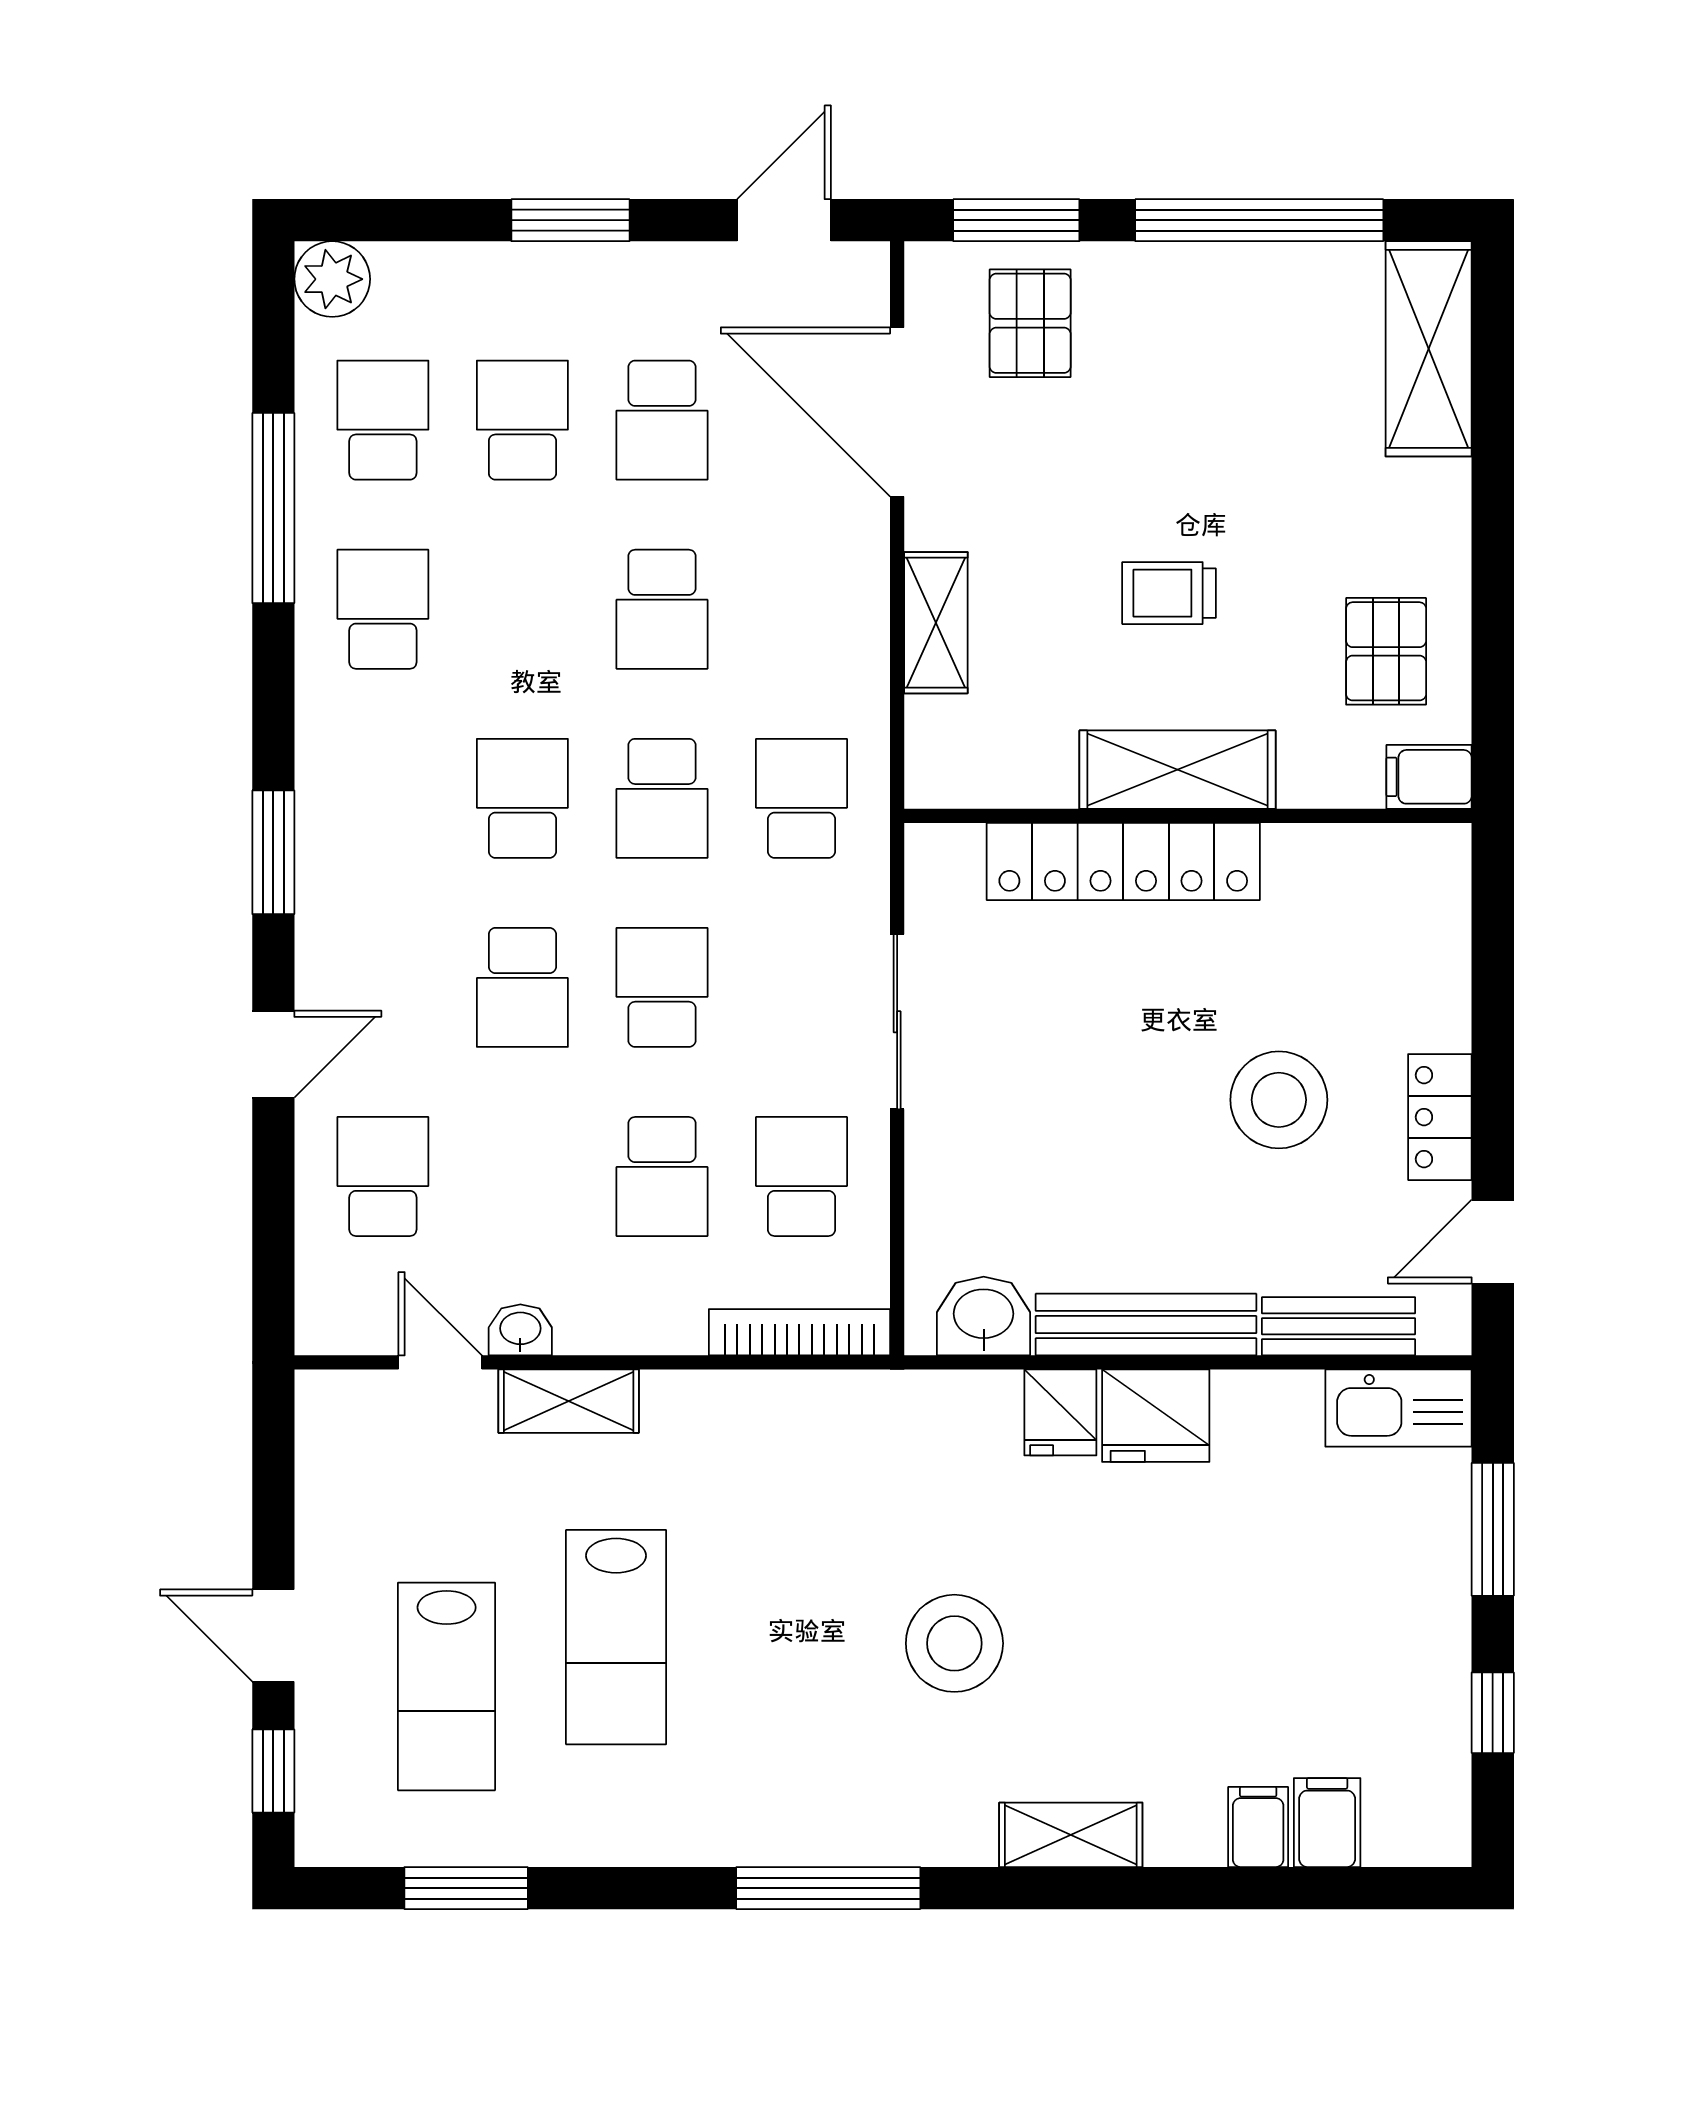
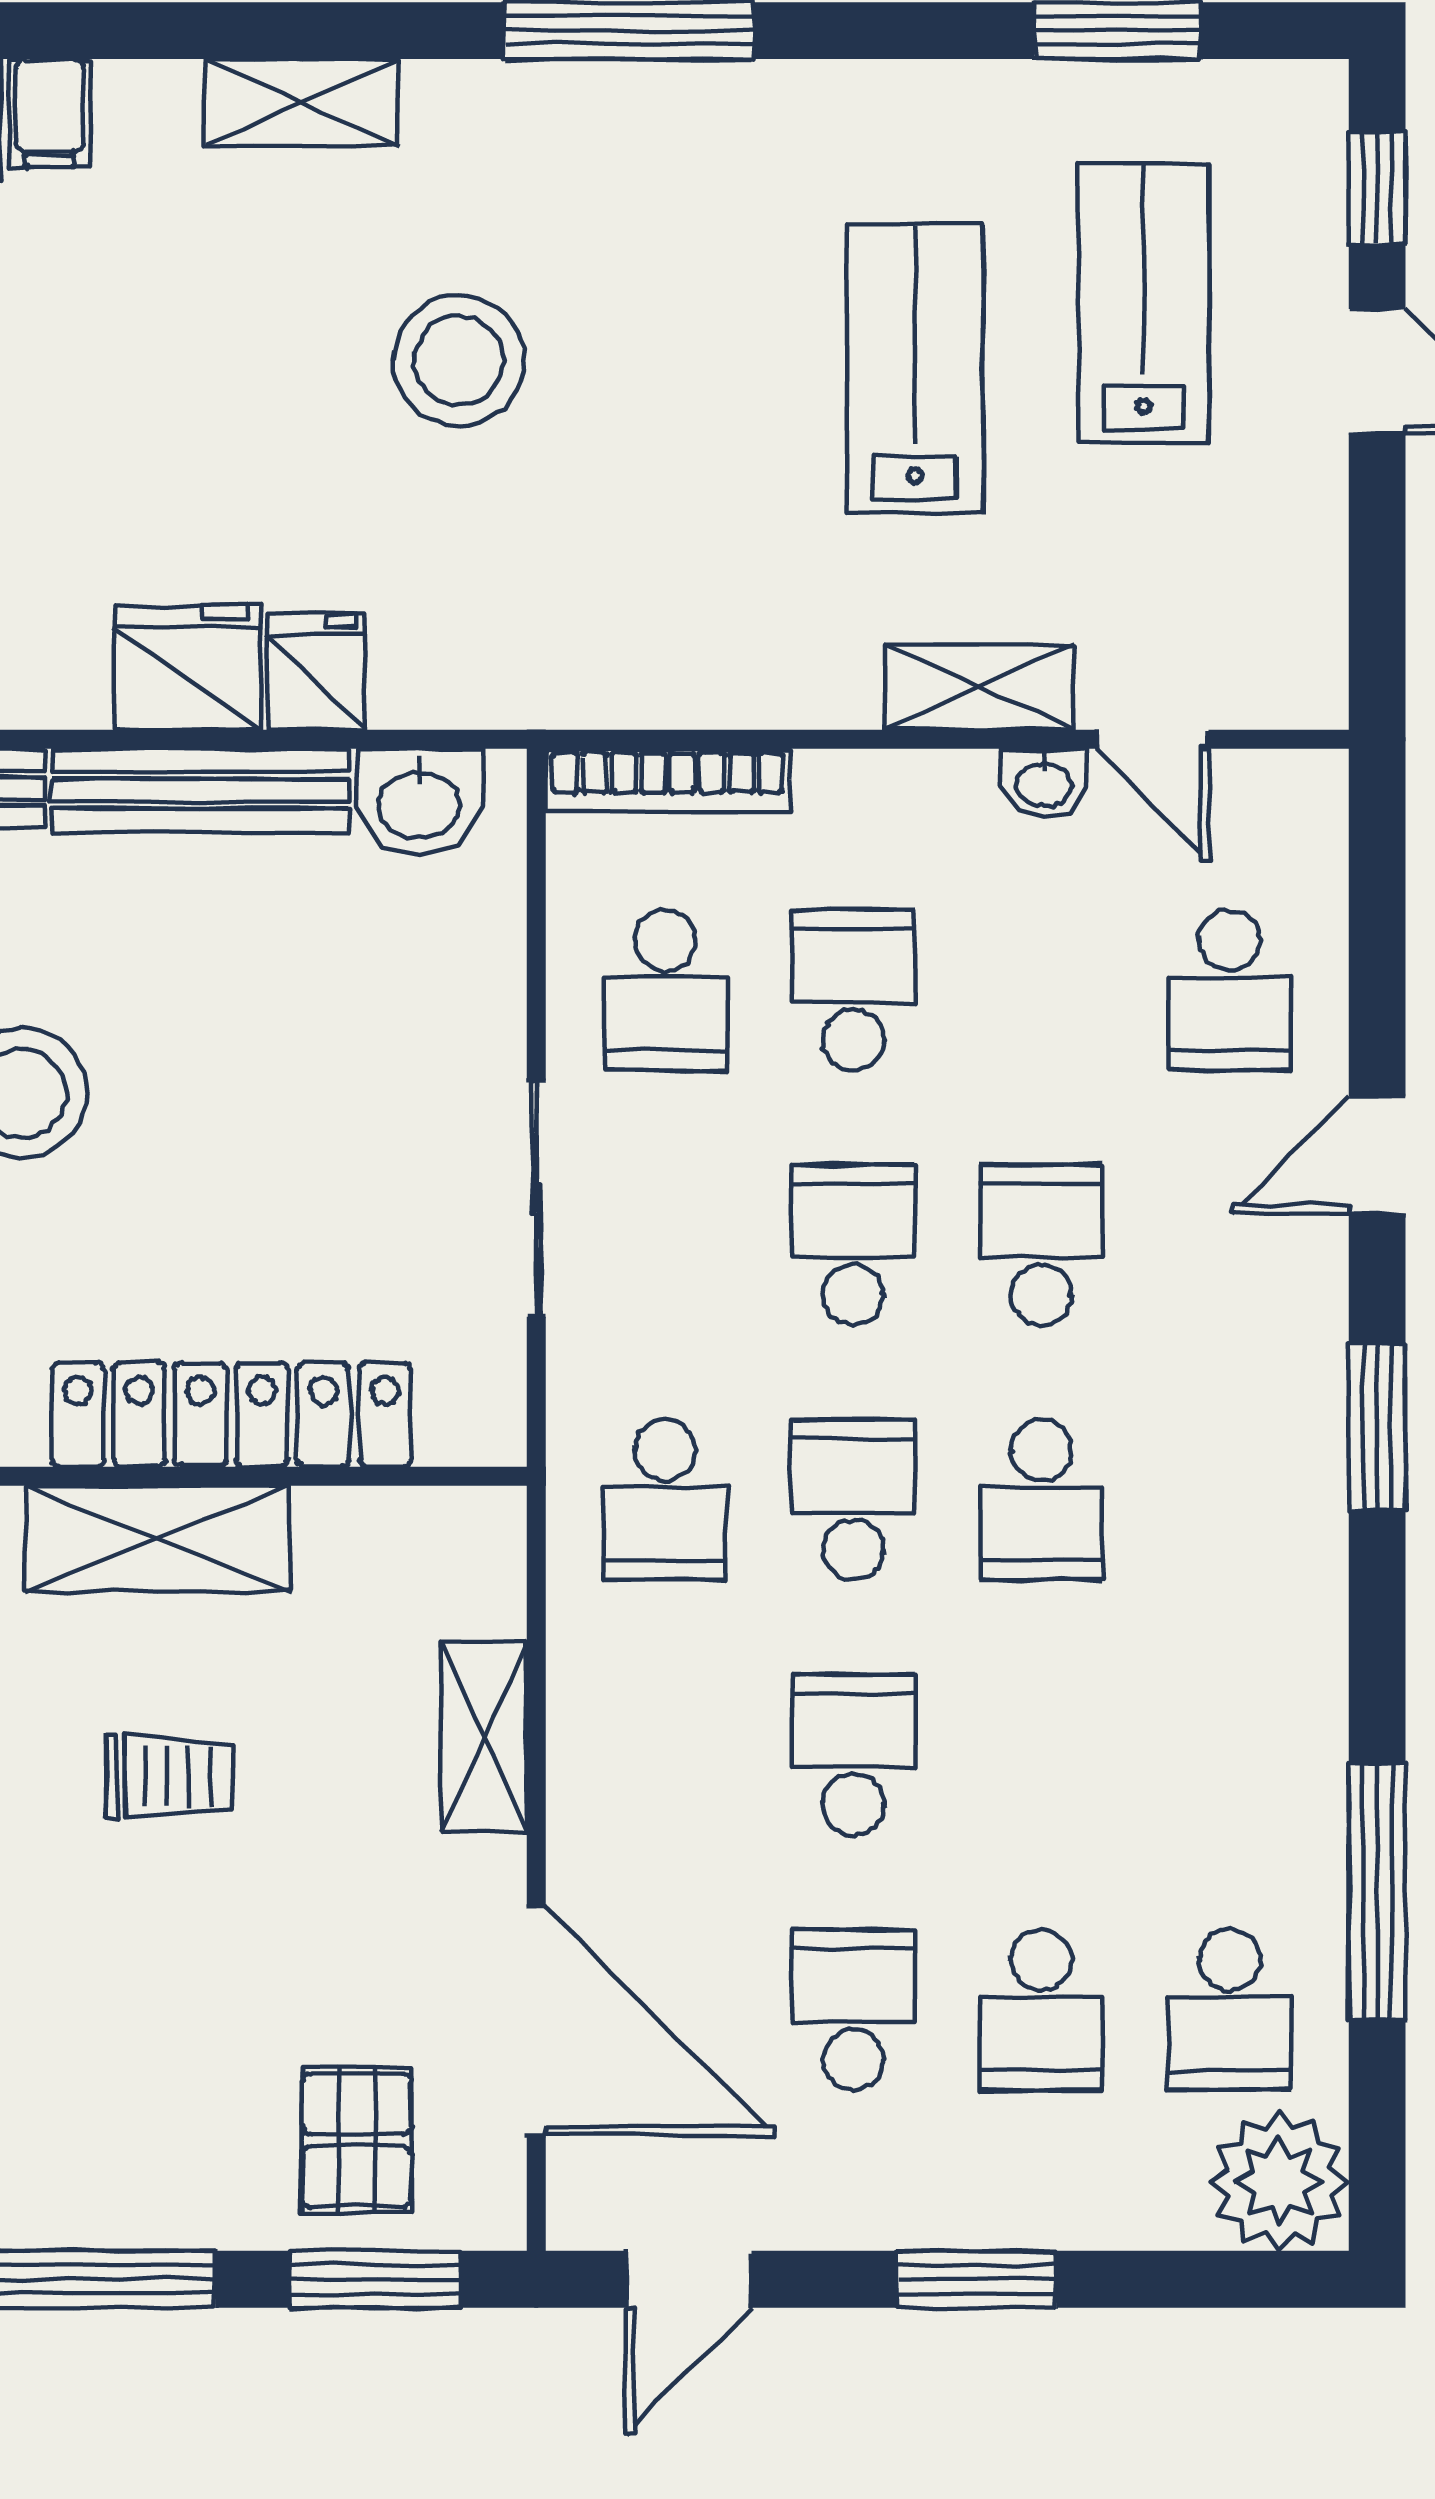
plant: (332, 279) -> (1279, 2181), width x1.36, depth x1.36
school desk: (383, 609) -> (1229, 1755), removed
school desk: (662, 987) -> (853, 1245), turned 180

